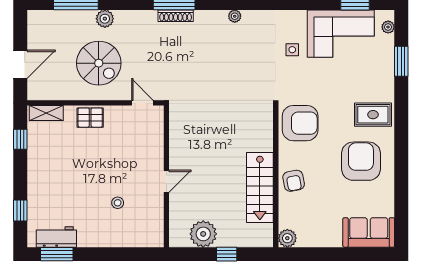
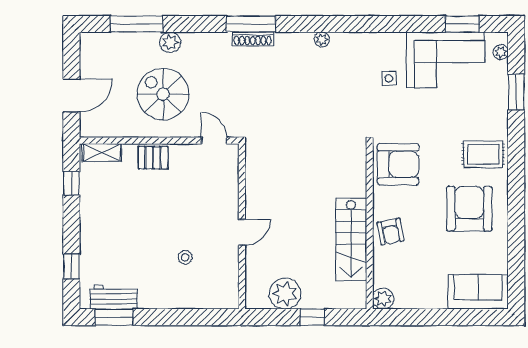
spiral stairs: (99, 63) -> (163, 94), turned 180

